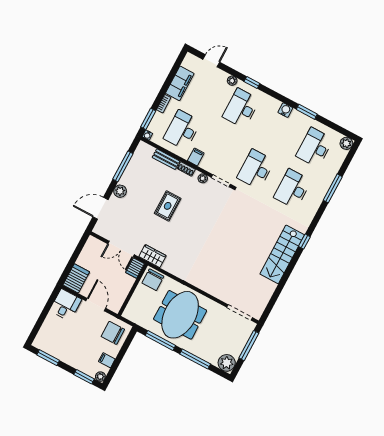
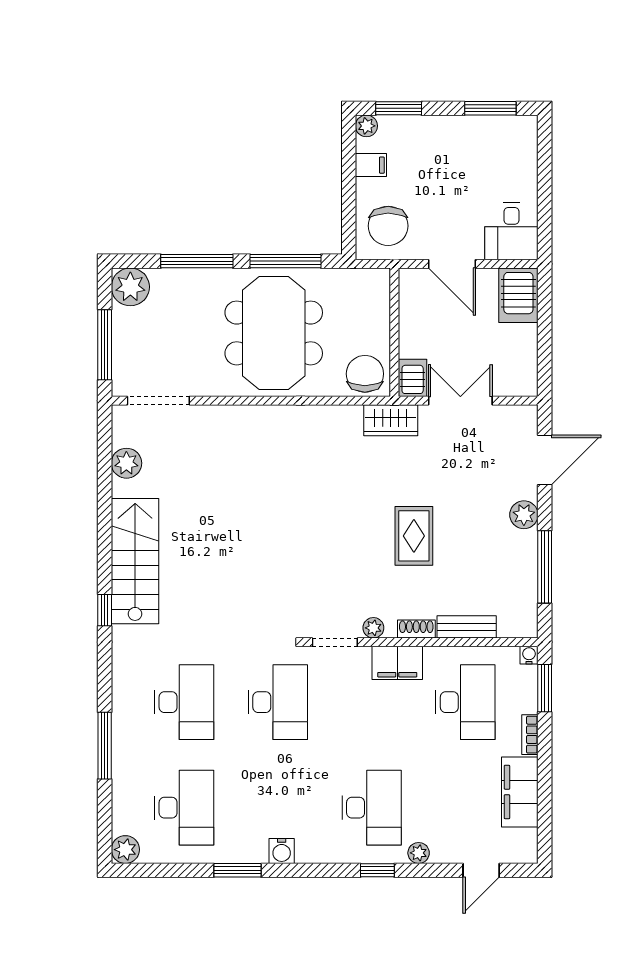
filing cabinet: (196, 157) -> (397, 663), width x2.00
plant: (265, 295) -> (126, 463), added
chair: (113, 333) -> (388, 226), turned 90

